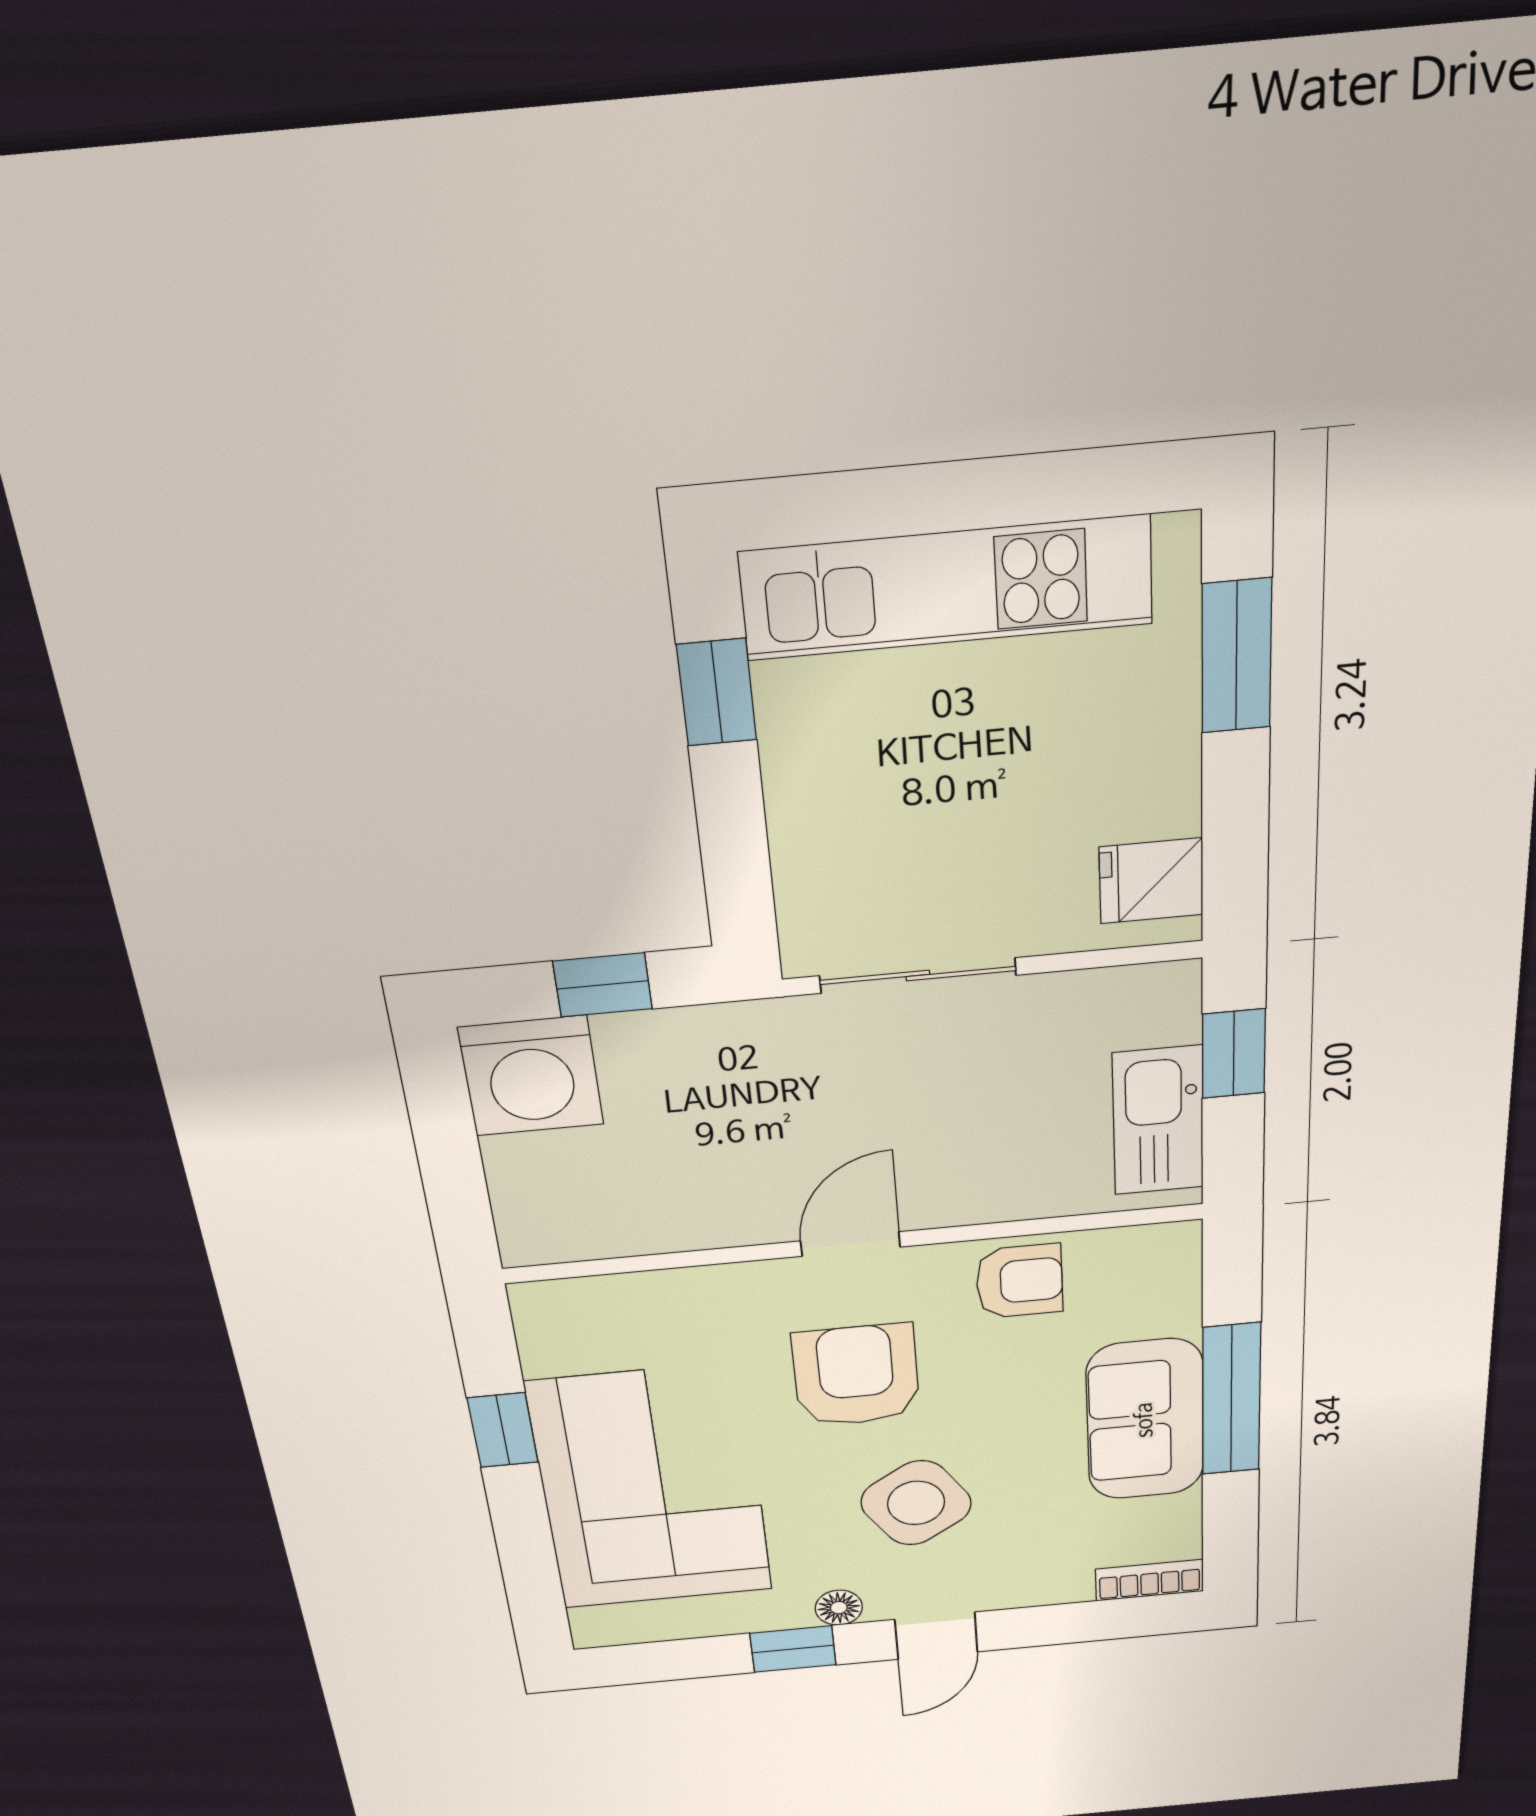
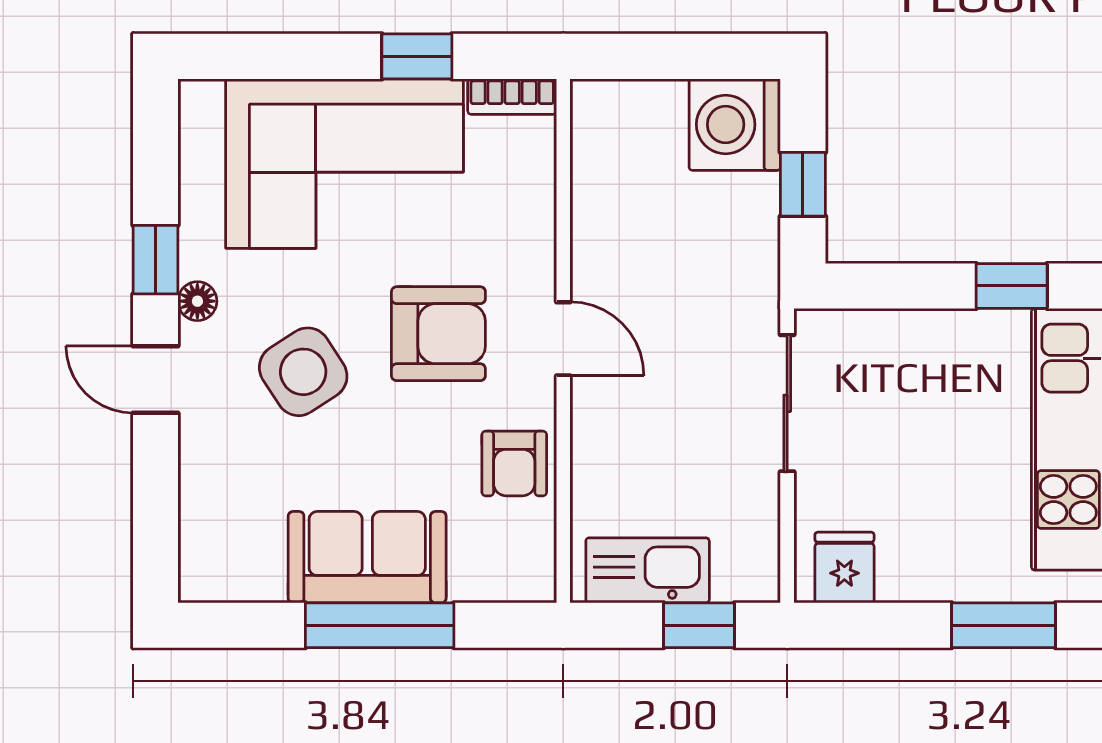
bookcase: (1150, 1580) -> (512, 97), moved, turned 90

